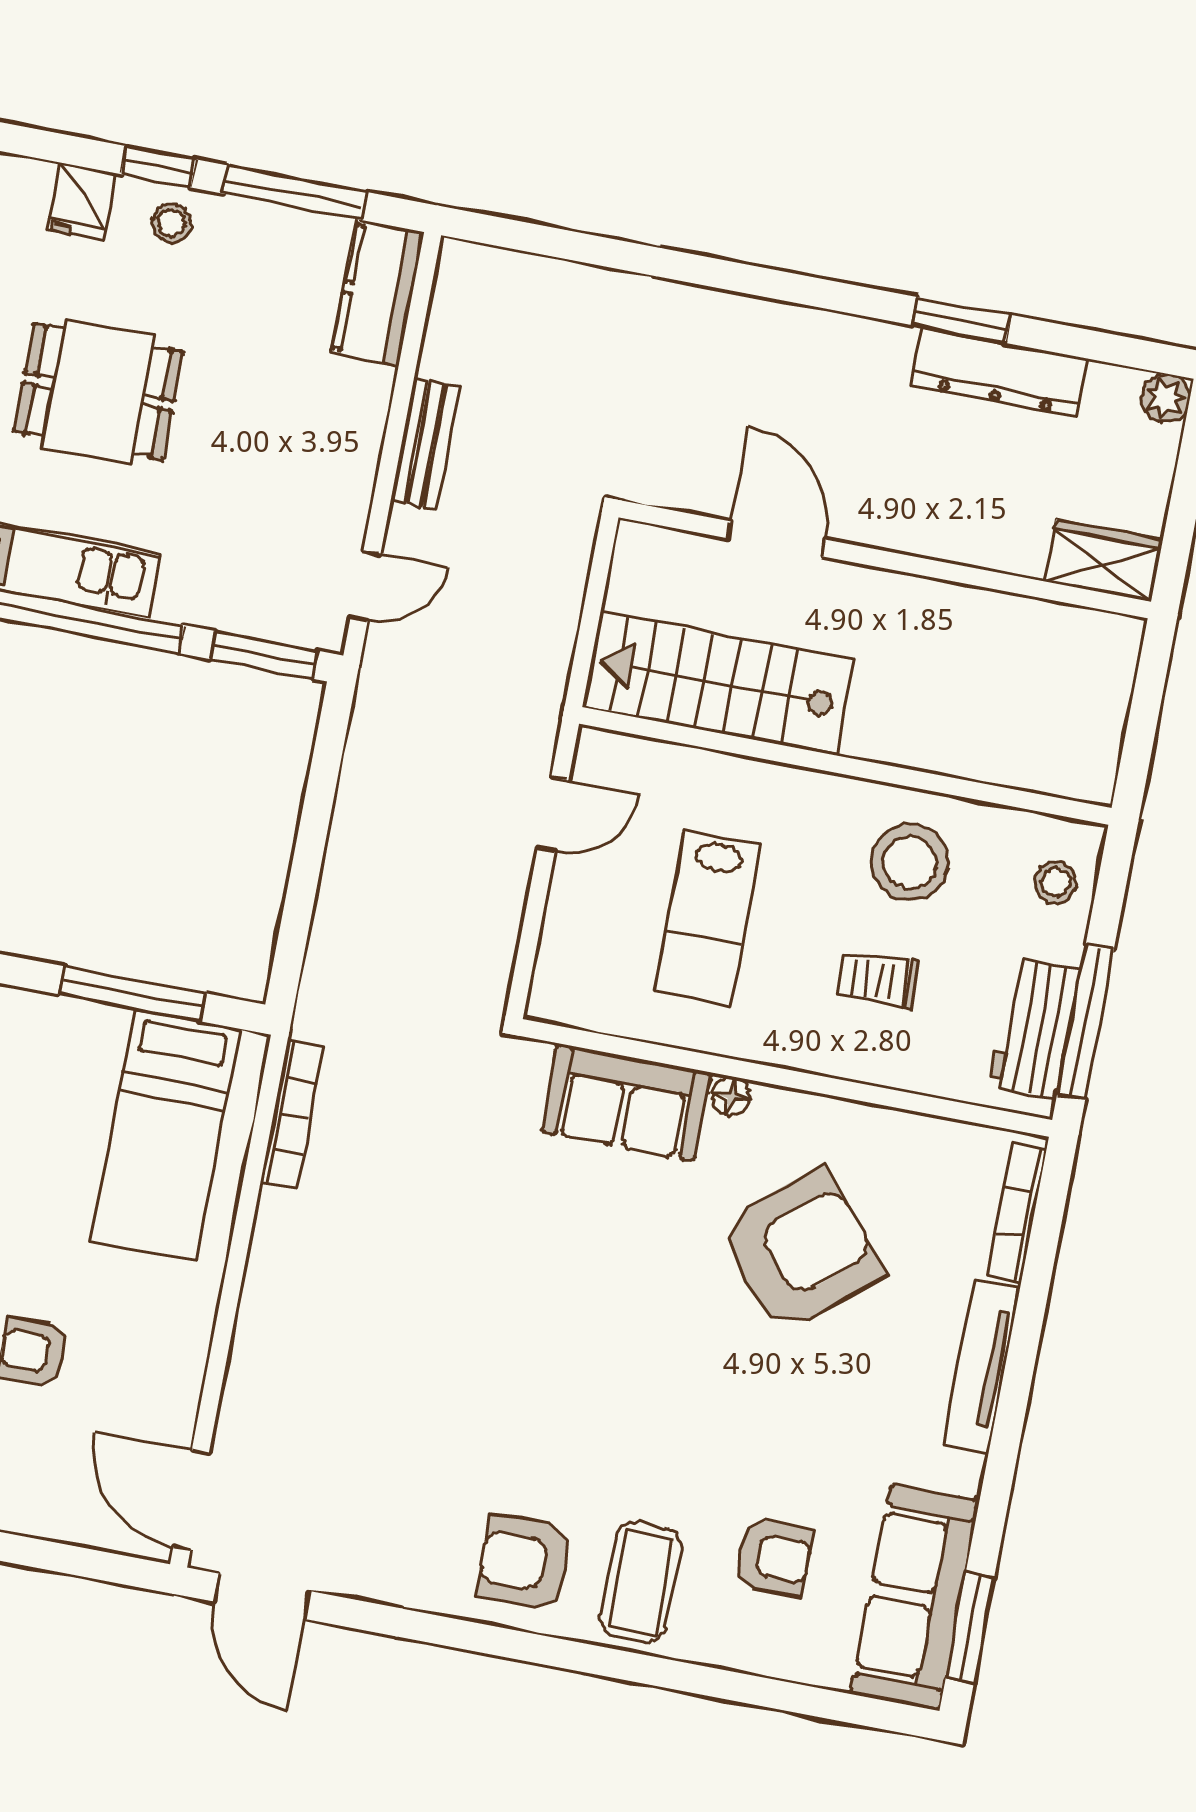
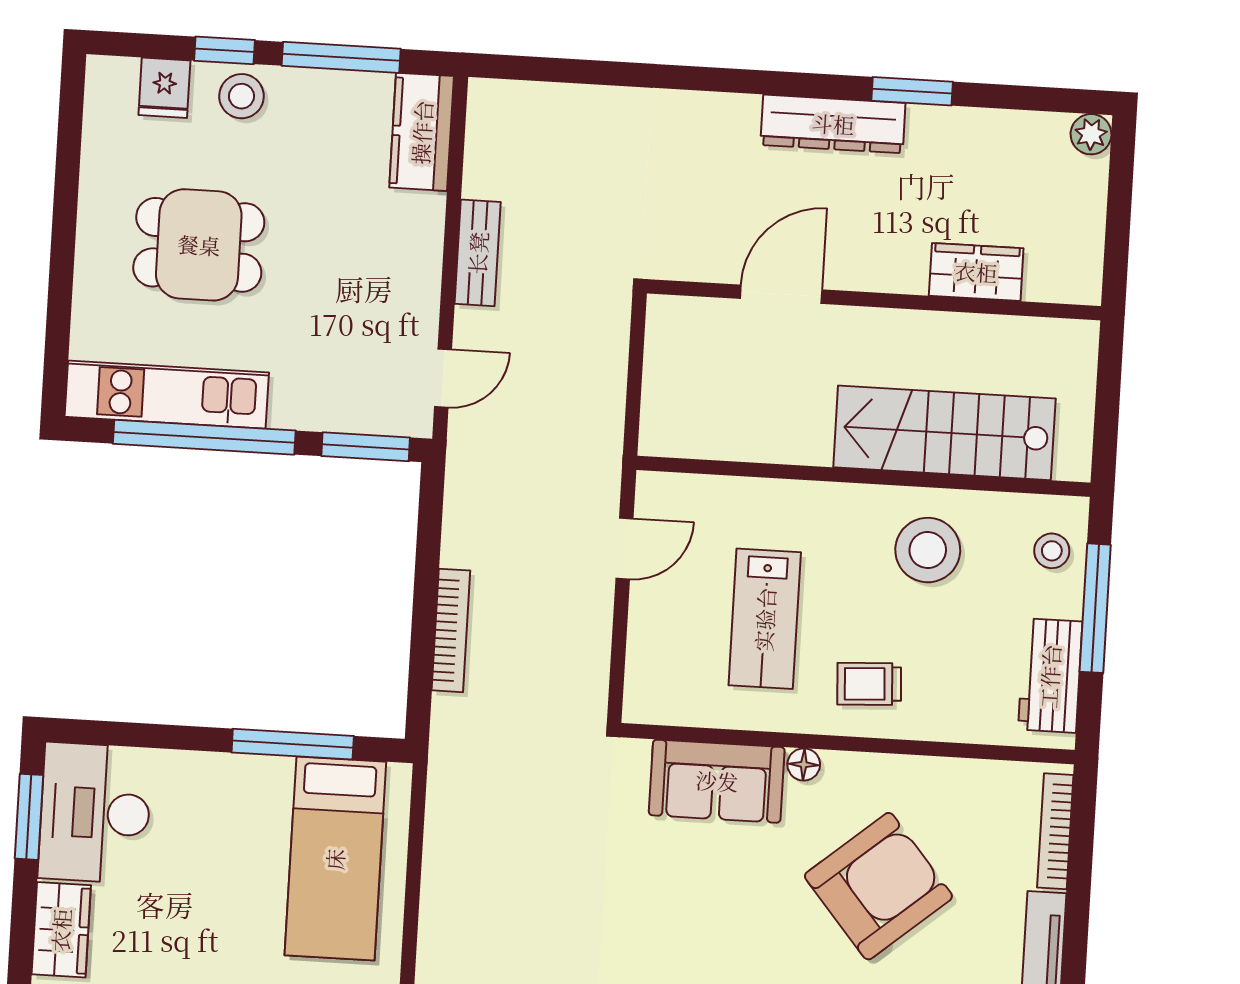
stool: (171, 223) -> (241, 96), width x1.37, depth x1.37
dresser: (999, 372) -> (833, 124), moved
door: (776, 539) -> (781, 294), hinge flipped
wardrobe: (1104, 561) -> (976, 272), moved
stairs: (718, 683) -> (944, 433), moved
trolley: (878, 980) -> (869, 684), moved
window: (1085, 1022) -> (1095, 608), moved
bookcase: (292, 1115) -> (451, 630), moved

